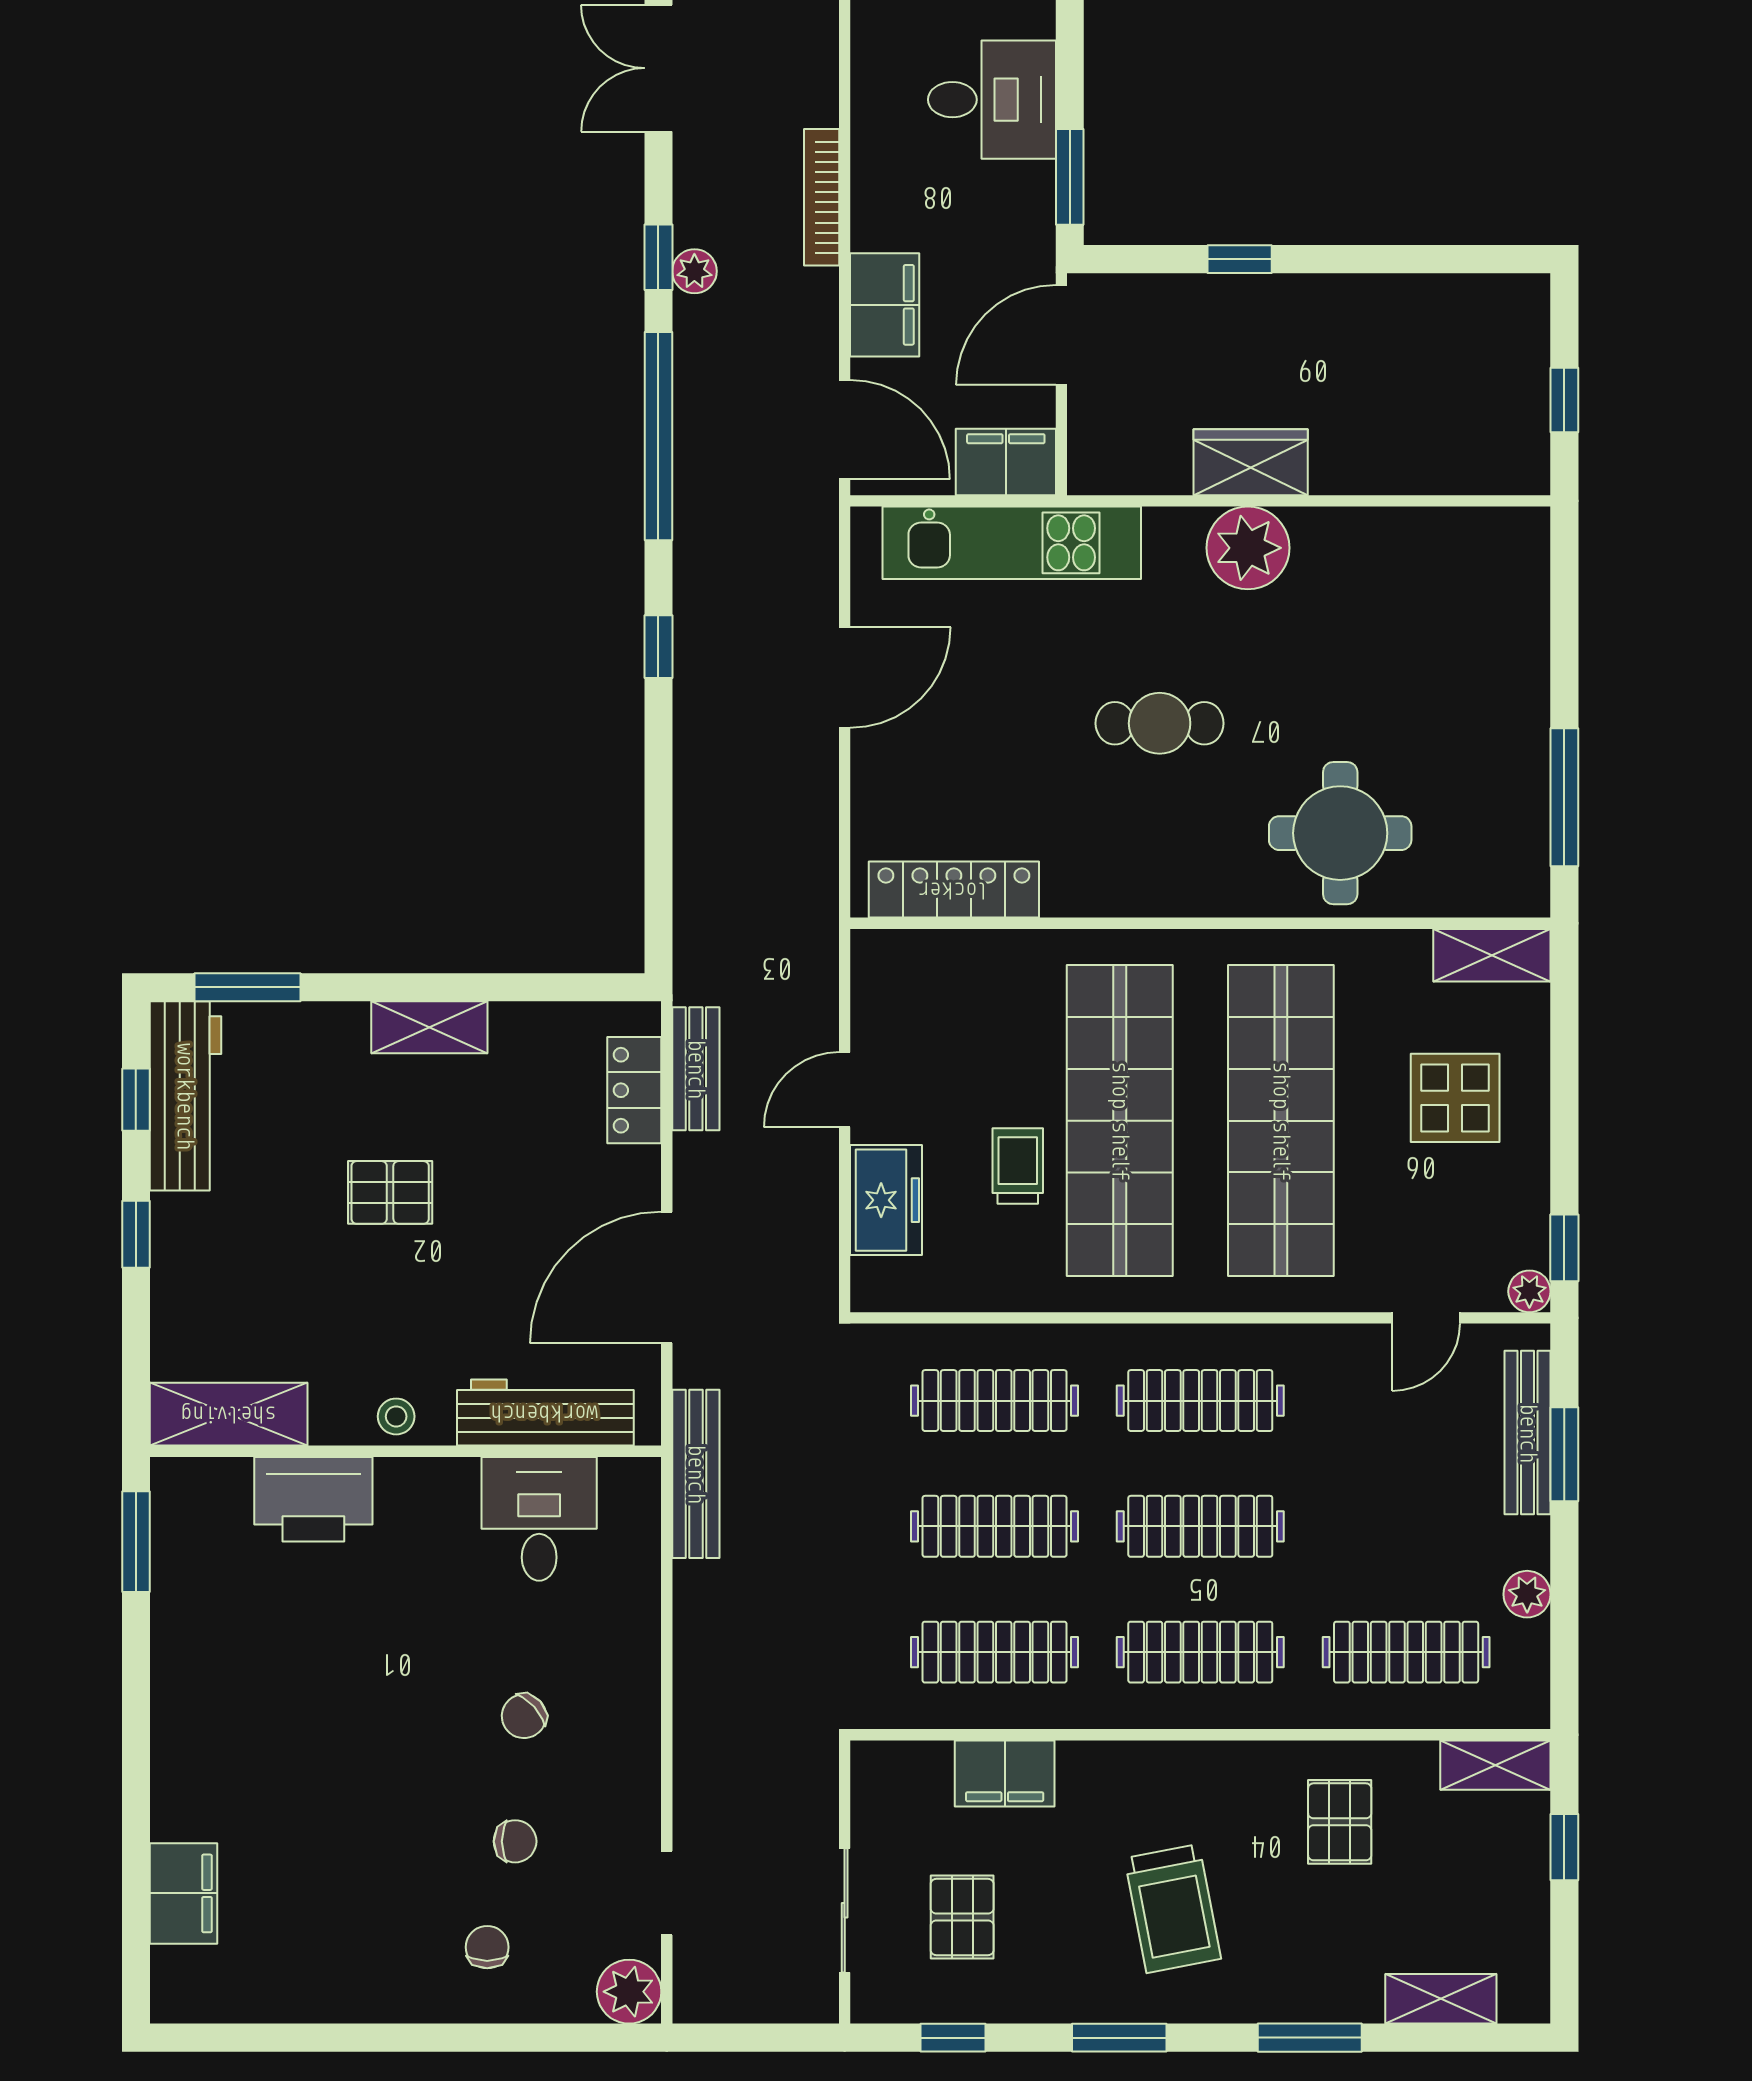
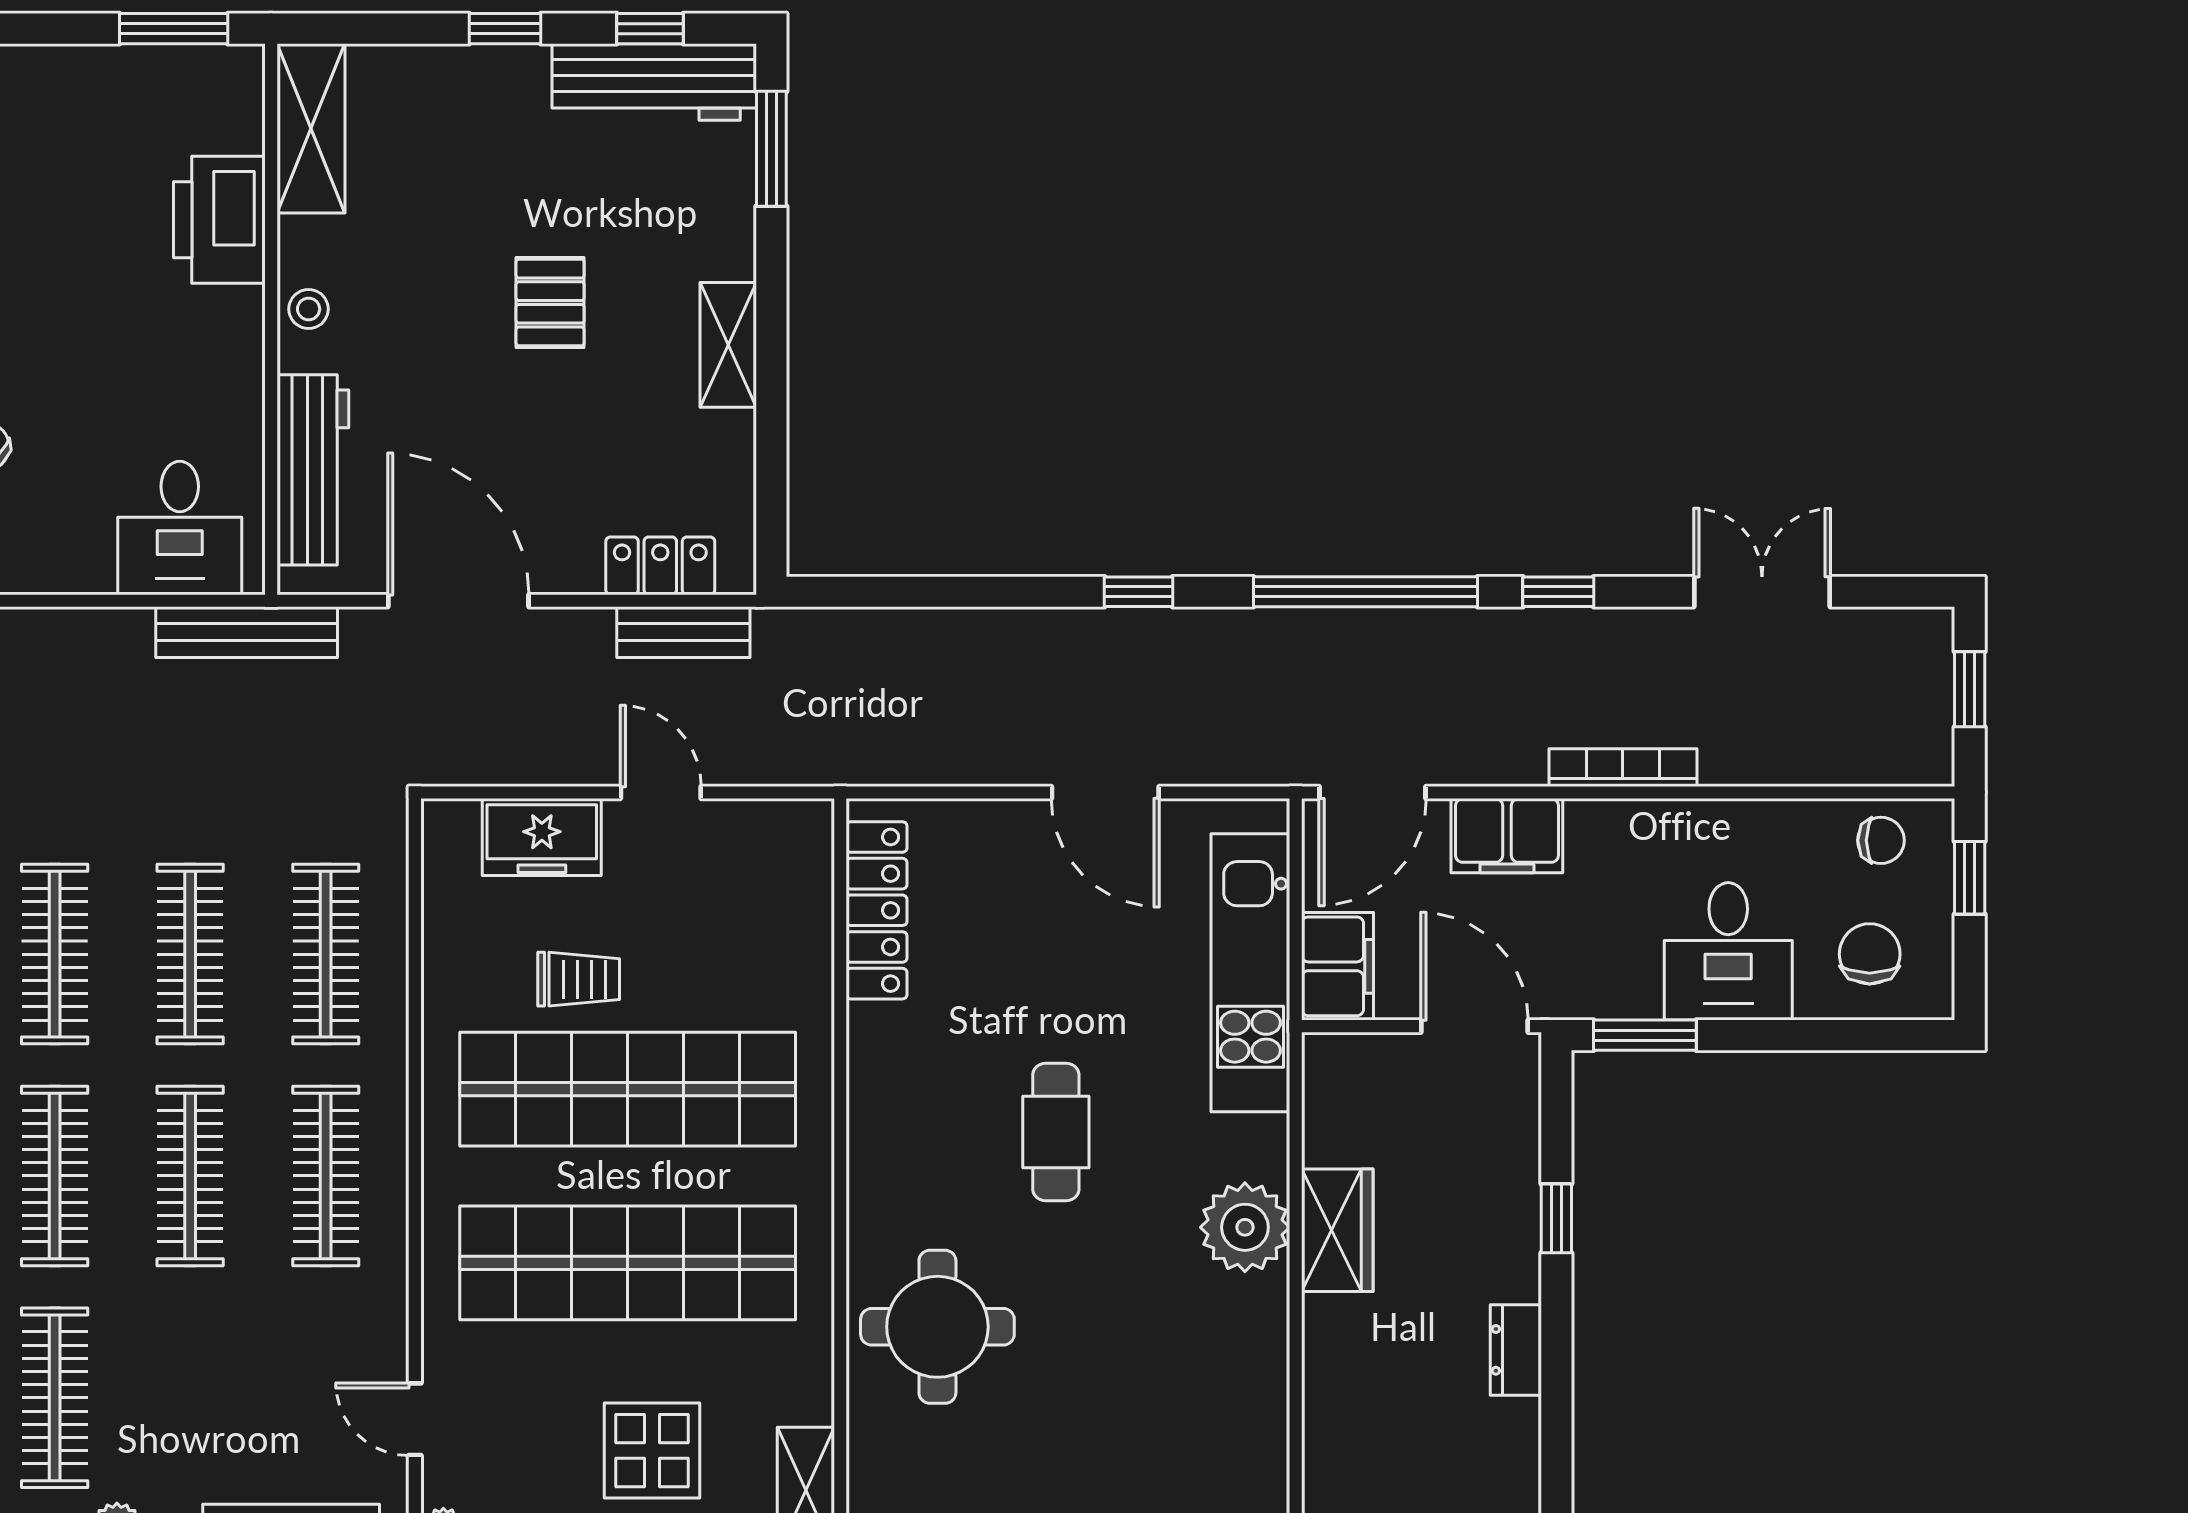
plant: (694, 271) -> (1543, 631), removed
dresser: (1362, 297) -> (1516, 1350), added
desk: (539, 1519) -> (180, 528), moved, turned 90

